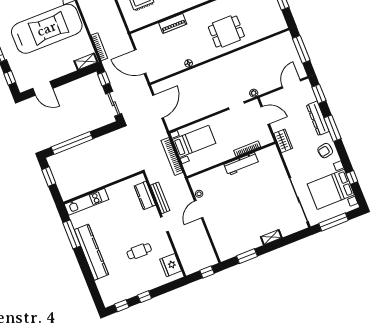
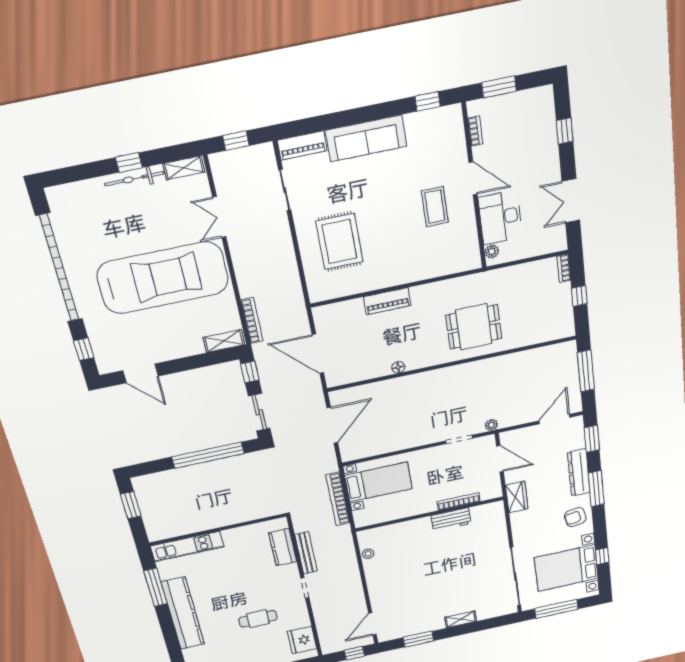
window: (72, 143) -> (208, 455), moved
workbench: (241, 164) -> (451, 520), width x0.73
door: (199, 209) -> (372, 624), moved

